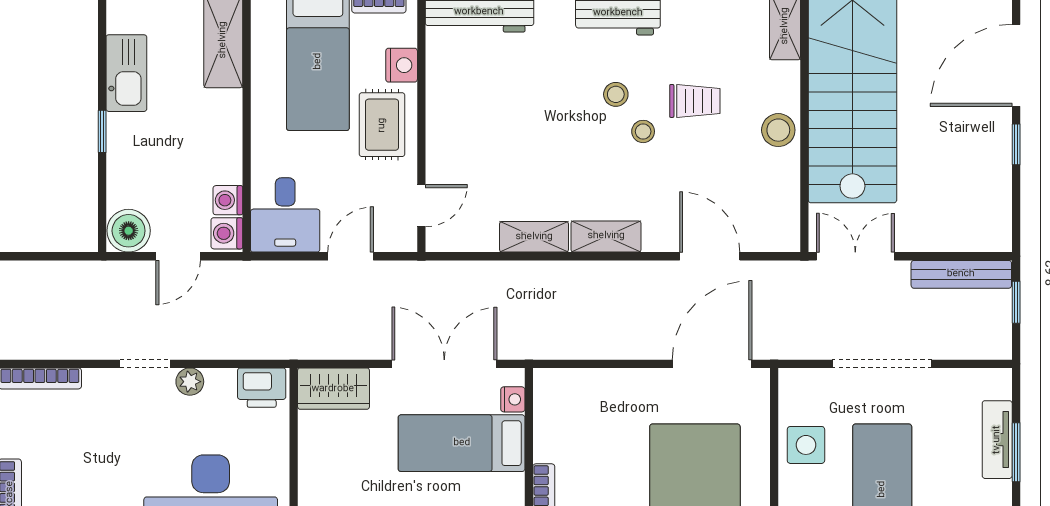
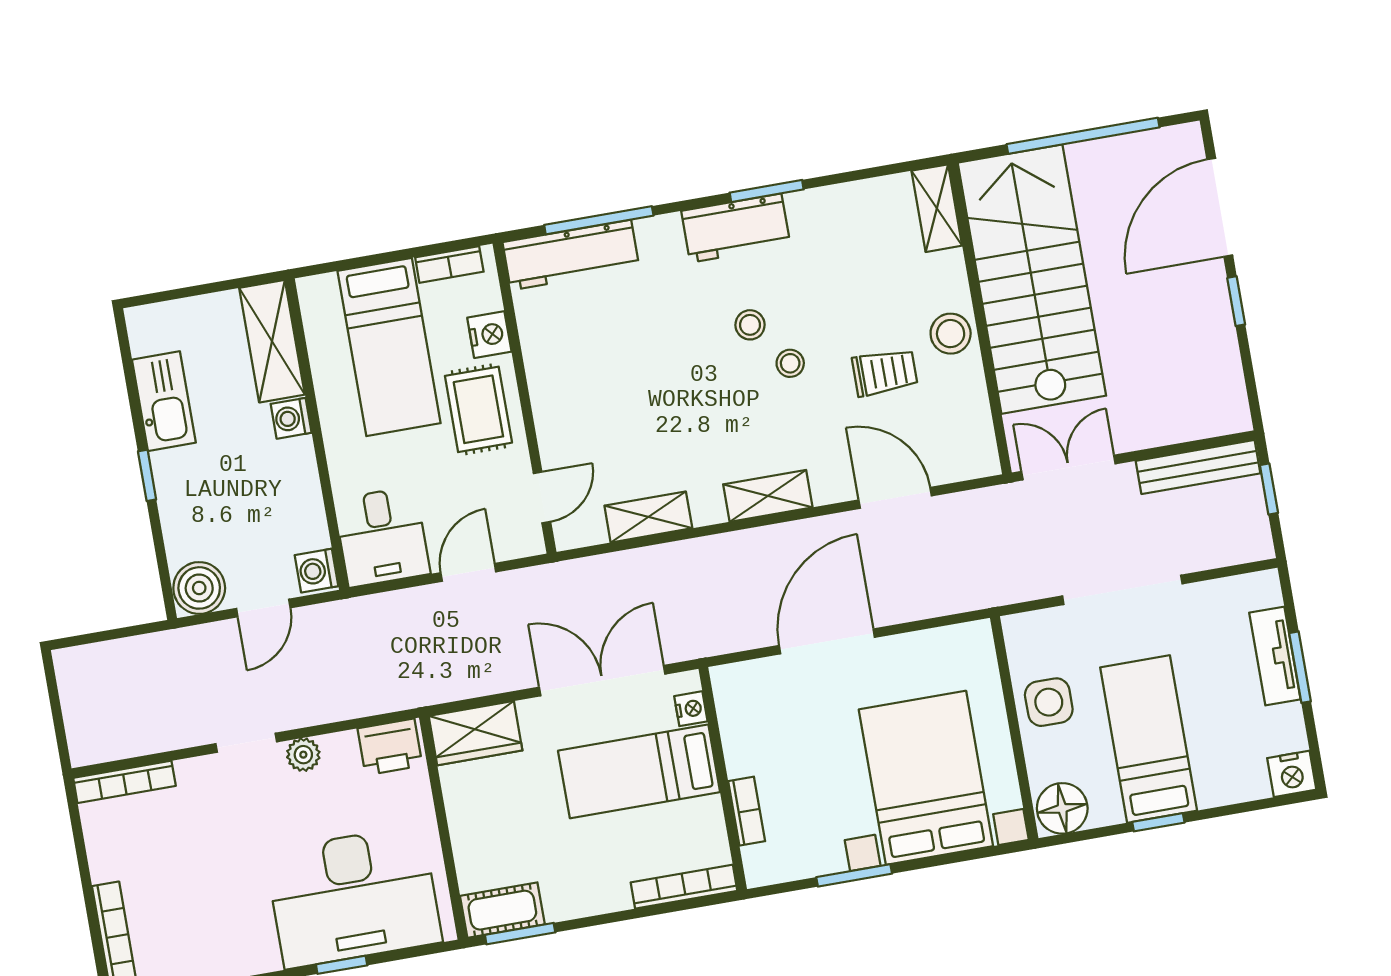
trolley: (695, 101) -> (885, 372), moved
washing machine: (228, 200) -> (291, 418), moved
shelving: (534, 237) -> (648, 517), moved
door: (712, 364) -> (827, 641), moved

